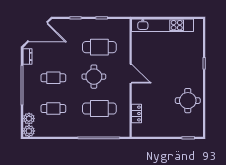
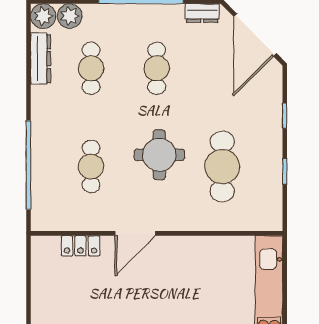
door: (131, 74) -> (135, 233), moved
cafe table: (99, 109) -> (91, 167), width x0.73, depth x0.74
dresser: (49, 132) -> (41, 59), added

